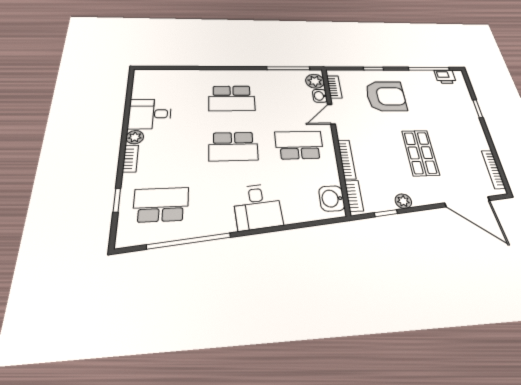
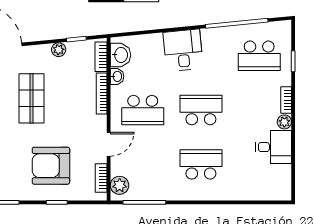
washbasin: (320, 96) -> (117, 76), moved

